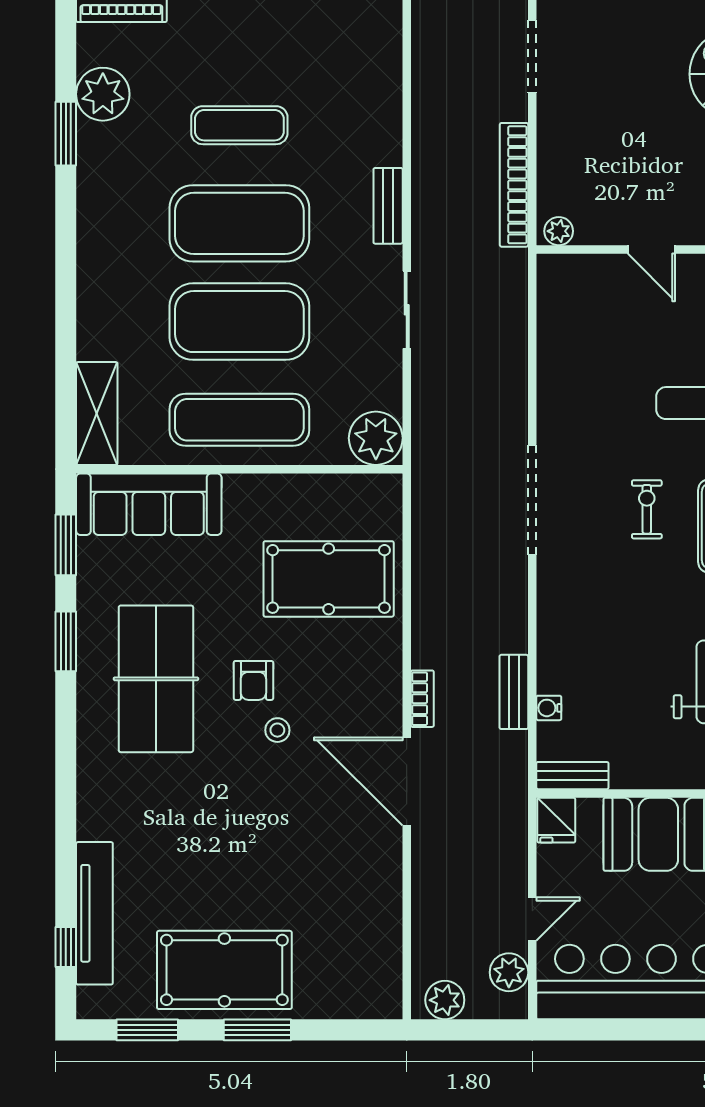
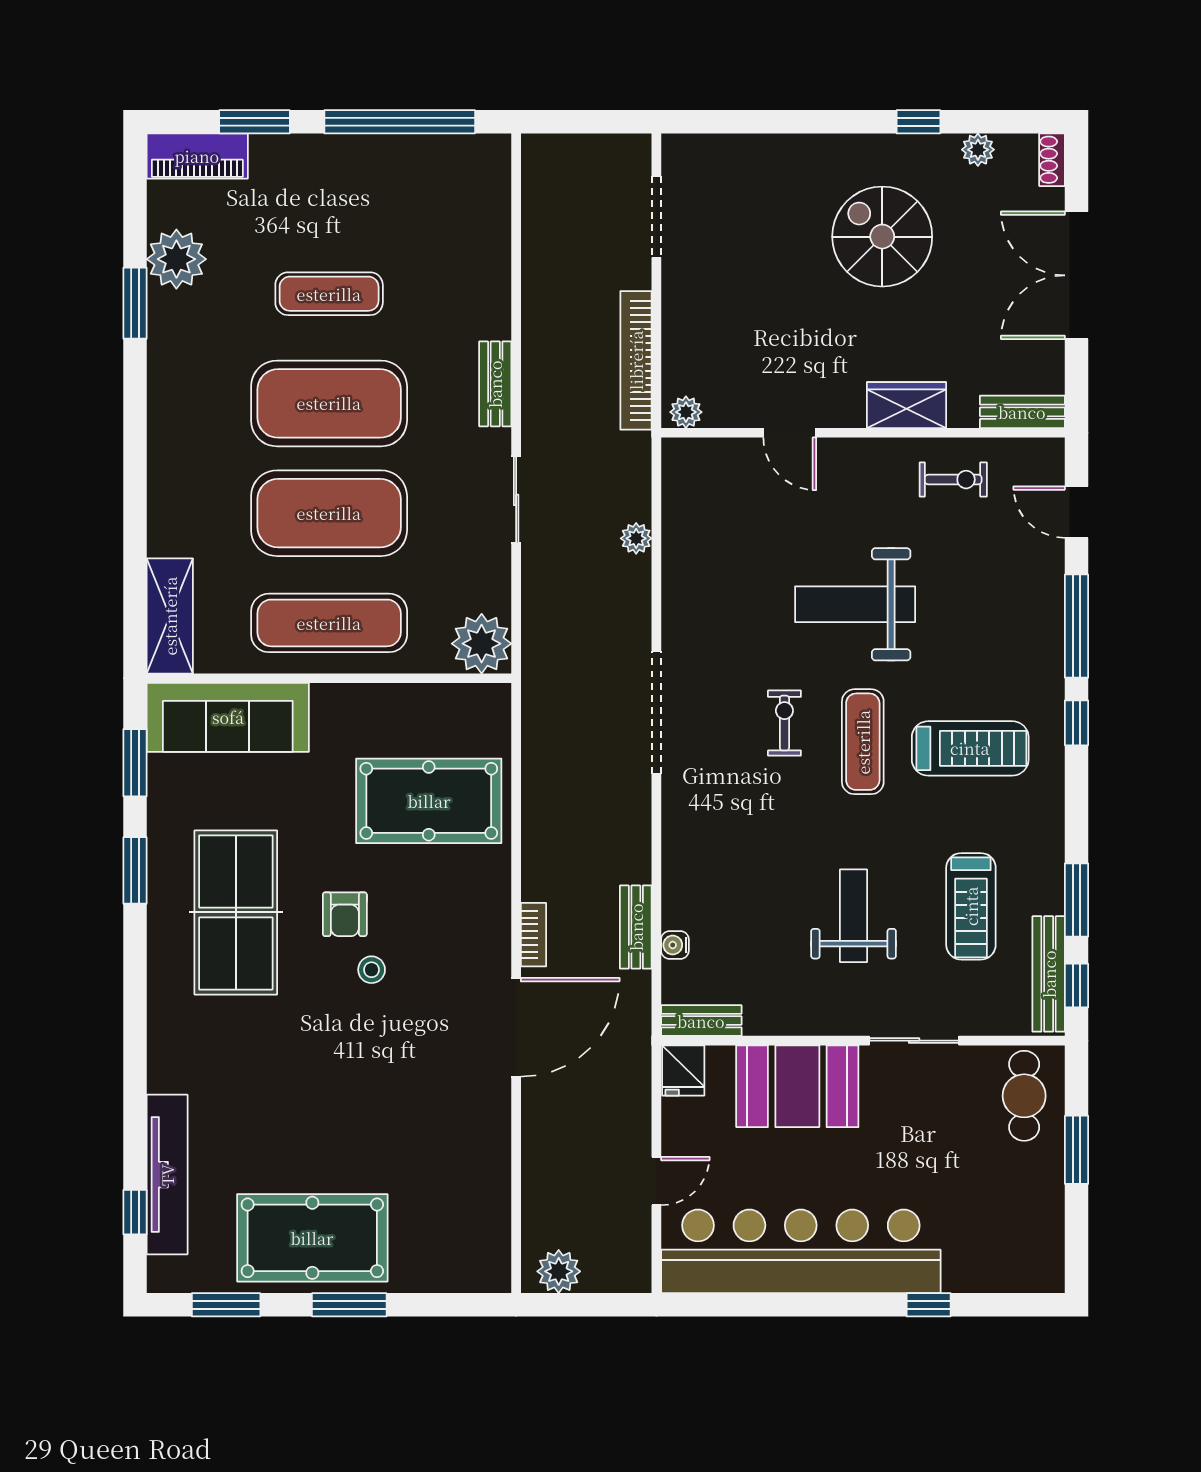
door: (407, 782) -> (516, 1027), swing flipped
plant: (509, 972) -> (636, 538), moved, width x0.73, depth x0.73

